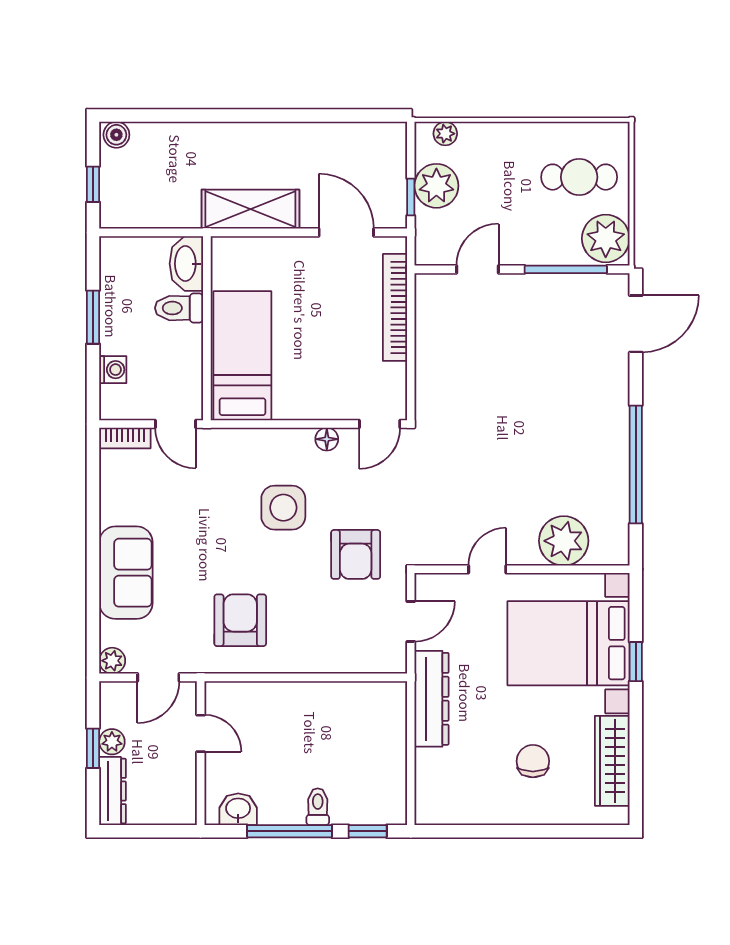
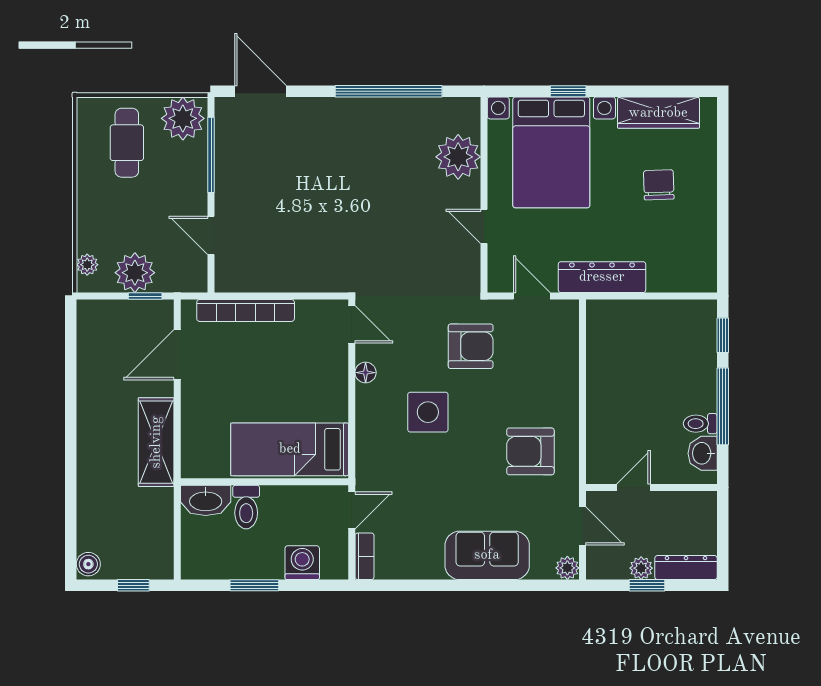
washing machine: (113, 370) -> (302, 563), width x1.38, depth x1.38
chair: (533, 761) -> (659, 185), turned 88
toilet: (318, 807) -> (700, 424), moved

